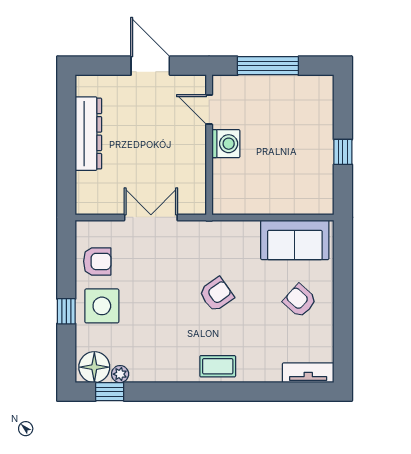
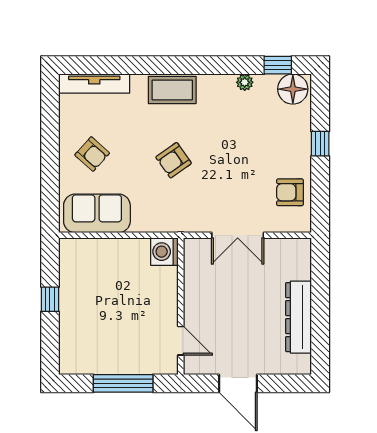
washing machine: (226, 144) -> (164, 252), moved
side table: (102, 306) -> (285, 149), removed
coffee table: (218, 366) -> (172, 90), width x1.36, depth x1.30
tv unit: (308, 373) -> (94, 84), width x1.41
plant: (120, 374) -> (245, 82), moved

